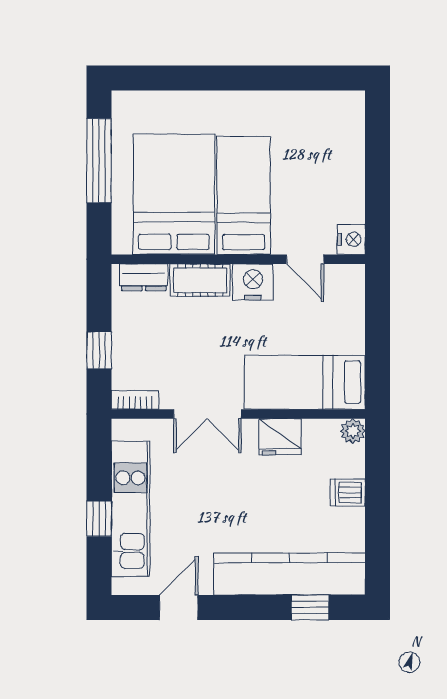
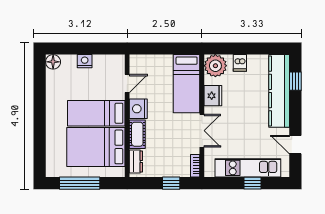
floor lamp: (350, 106) -> (53, 62), added
nightstand: (351, 239) -> (85, 61), moved
plant: (353, 431) -> (215, 66), width x1.88, depth x1.88

